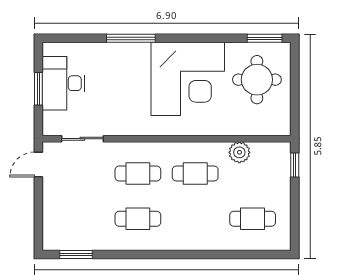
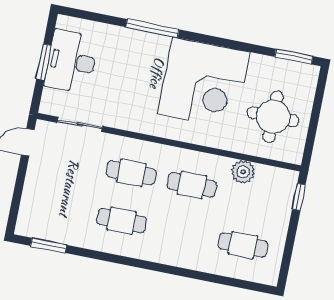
round table: (257, 80) -> (273, 117), moved

